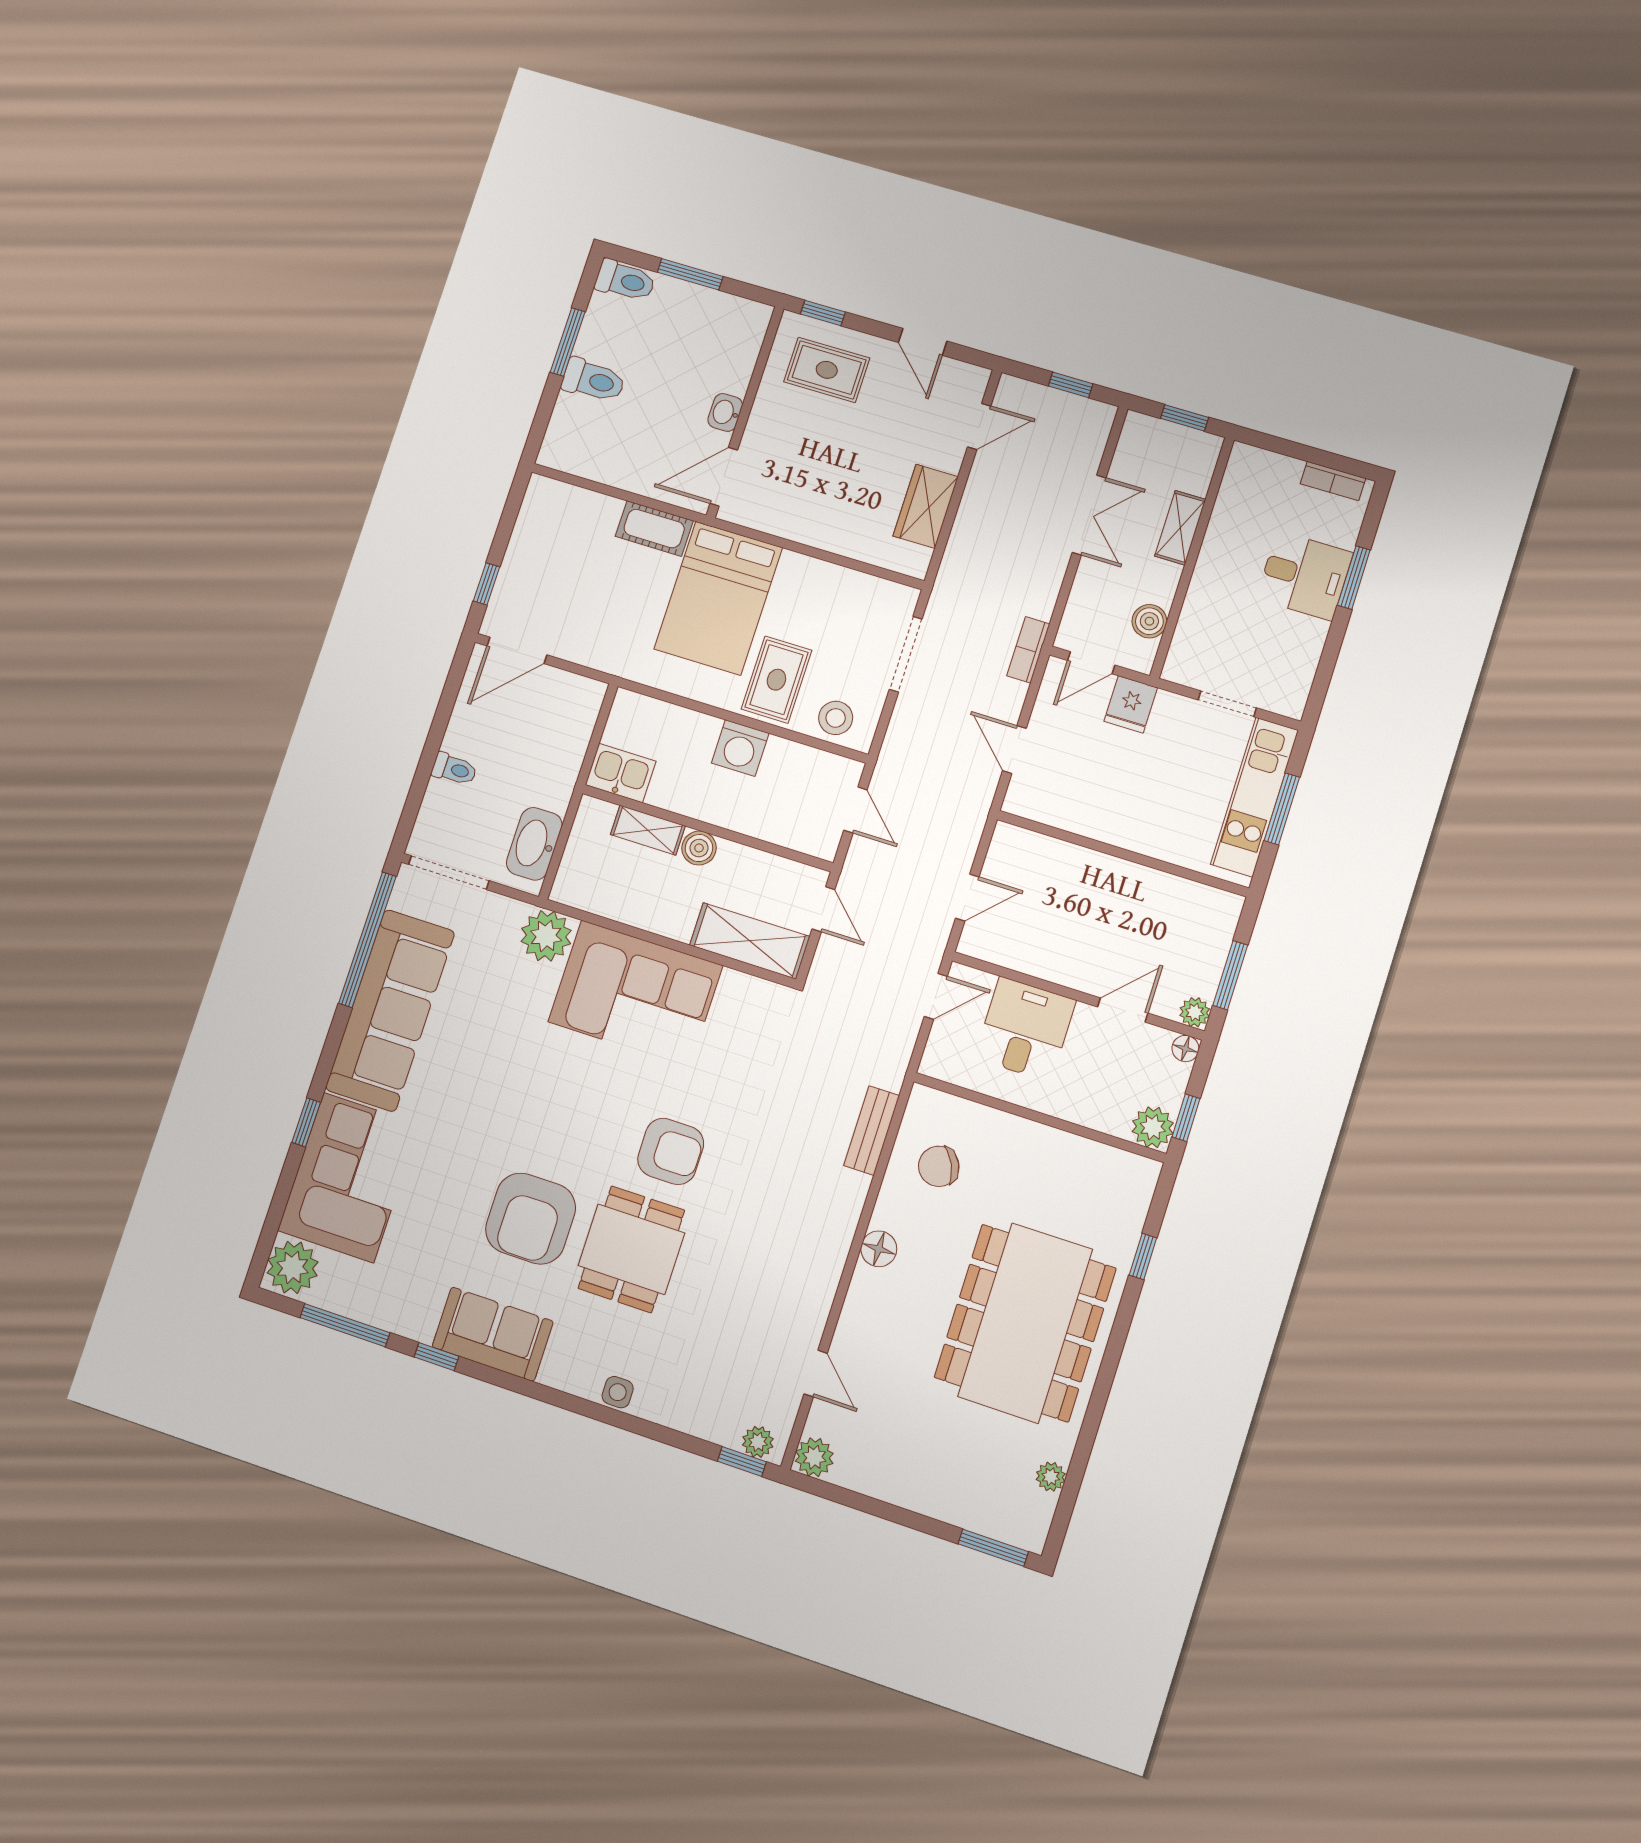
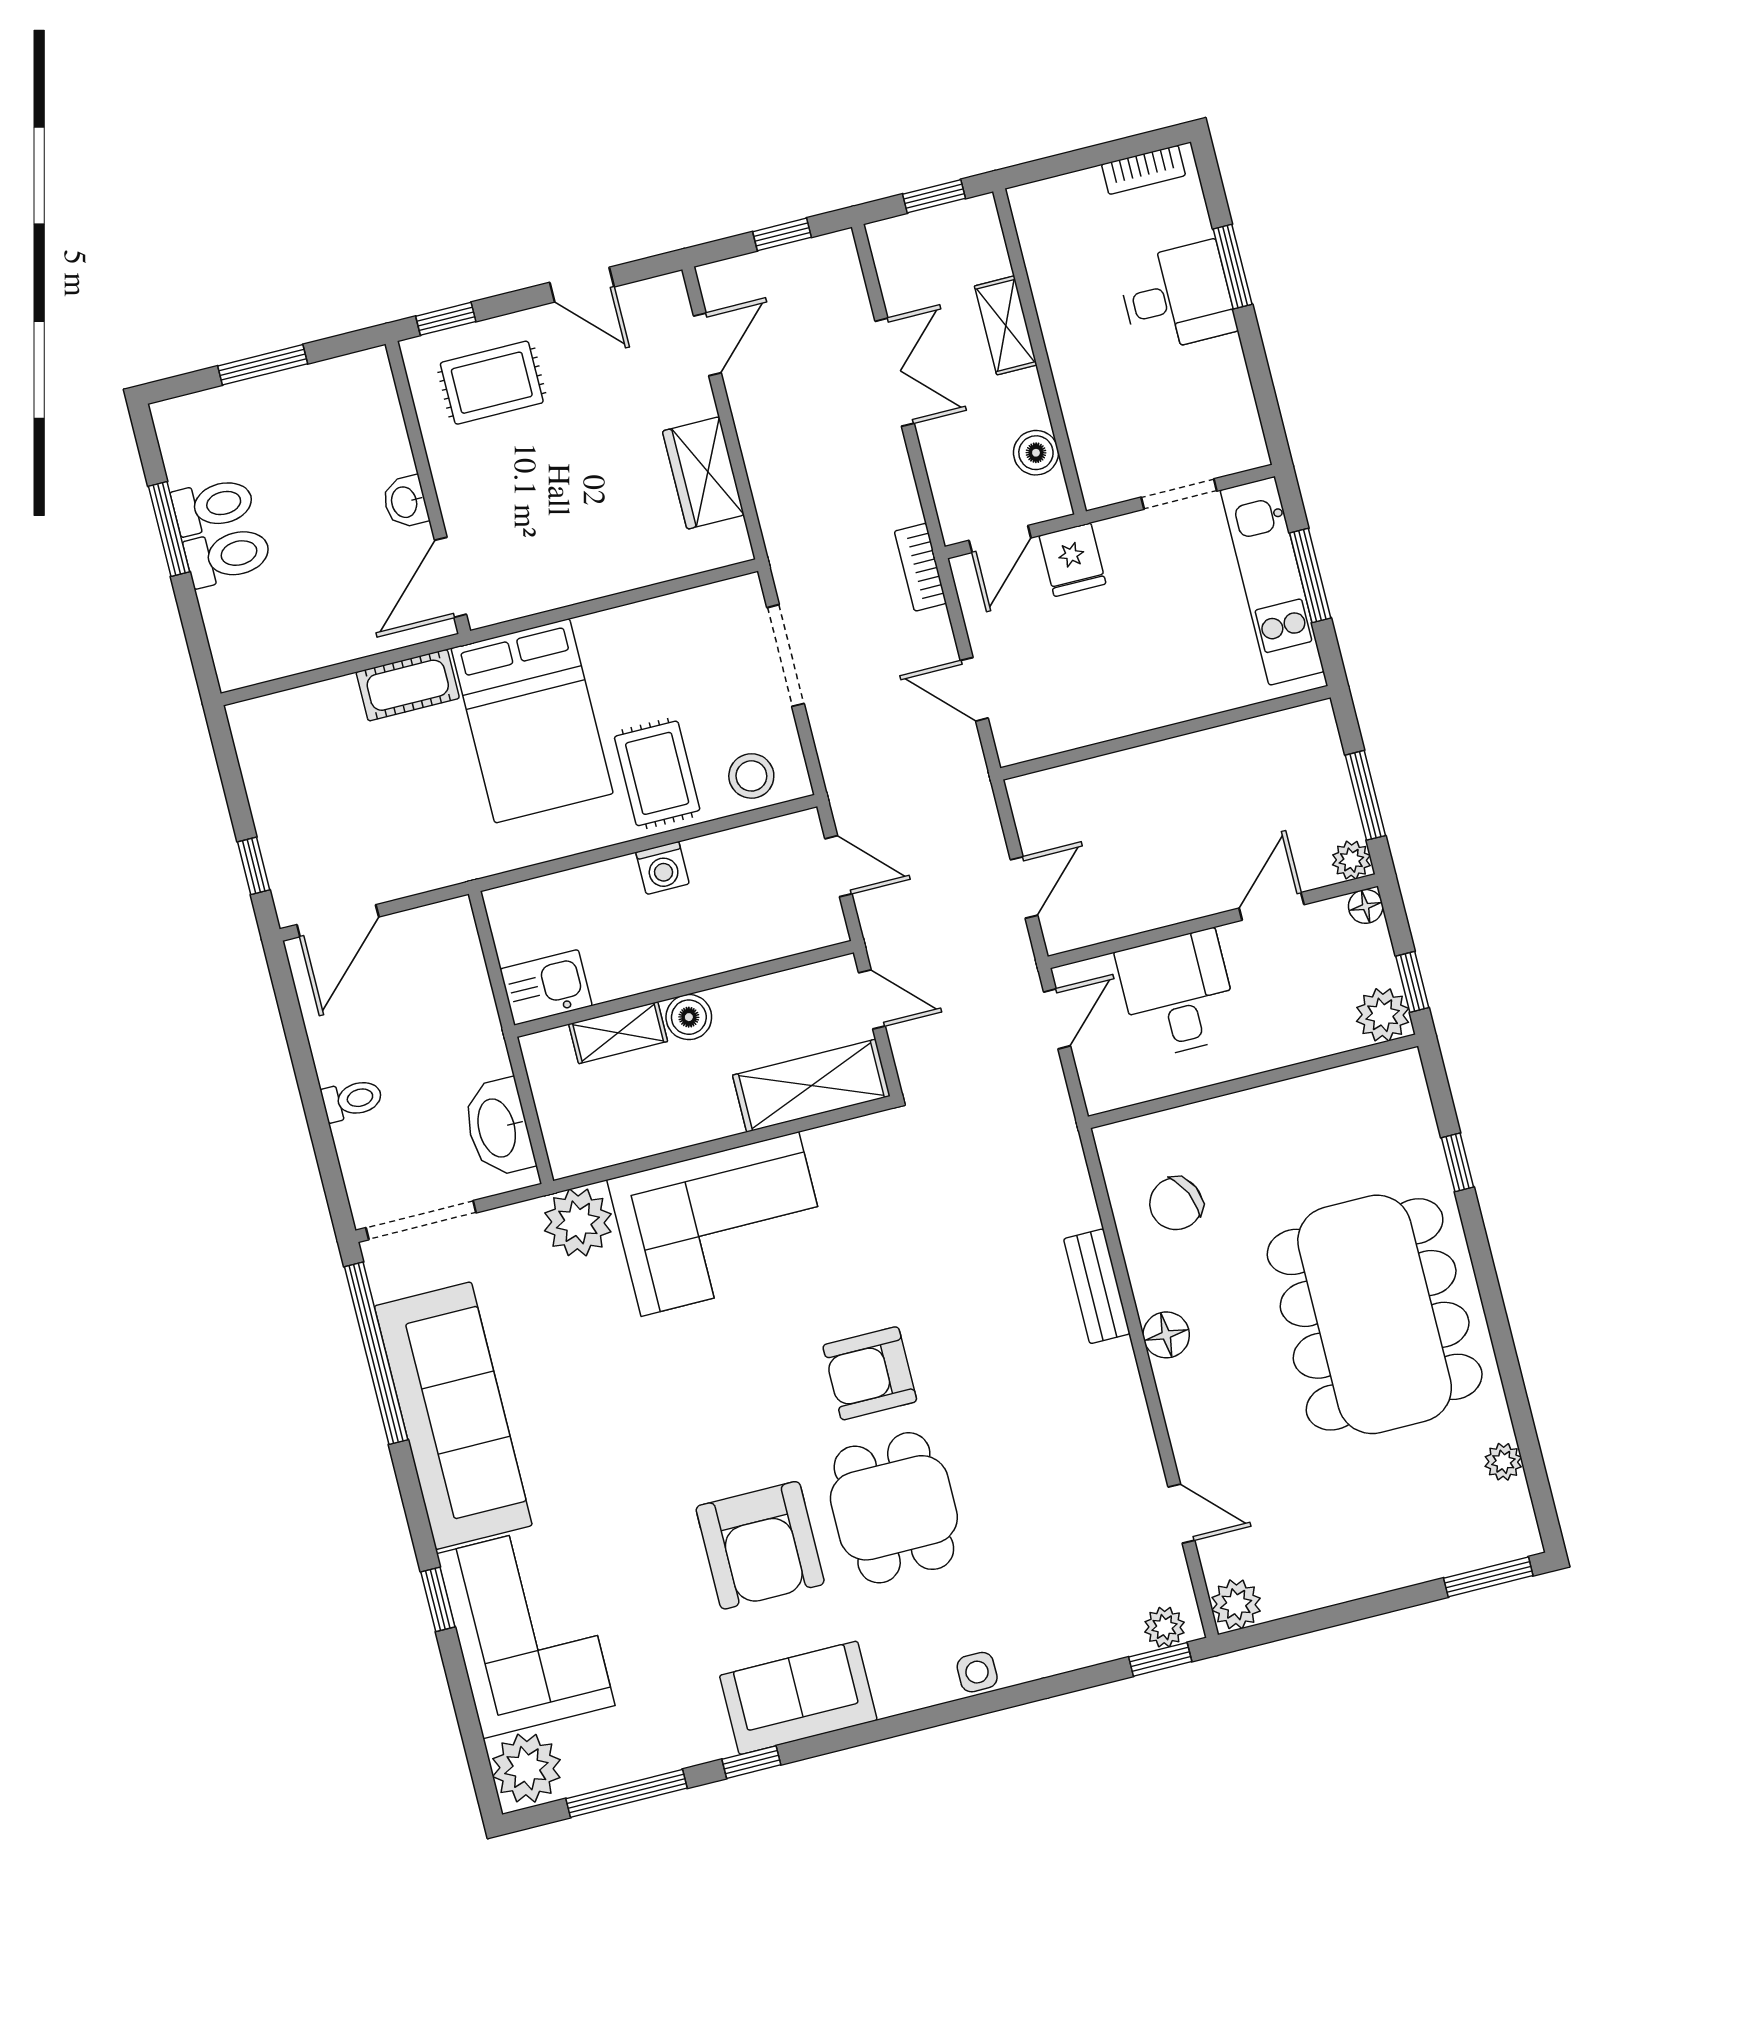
toilet: (625, 281) -> (213, 506), moved
washing machine: (740, 748) -> (662, 868), width x0.73, depth x0.73
bench: (872, 1130) -> (1097, 1286), moved
armchair: (671, 1151) -> (870, 1373), turned 180

